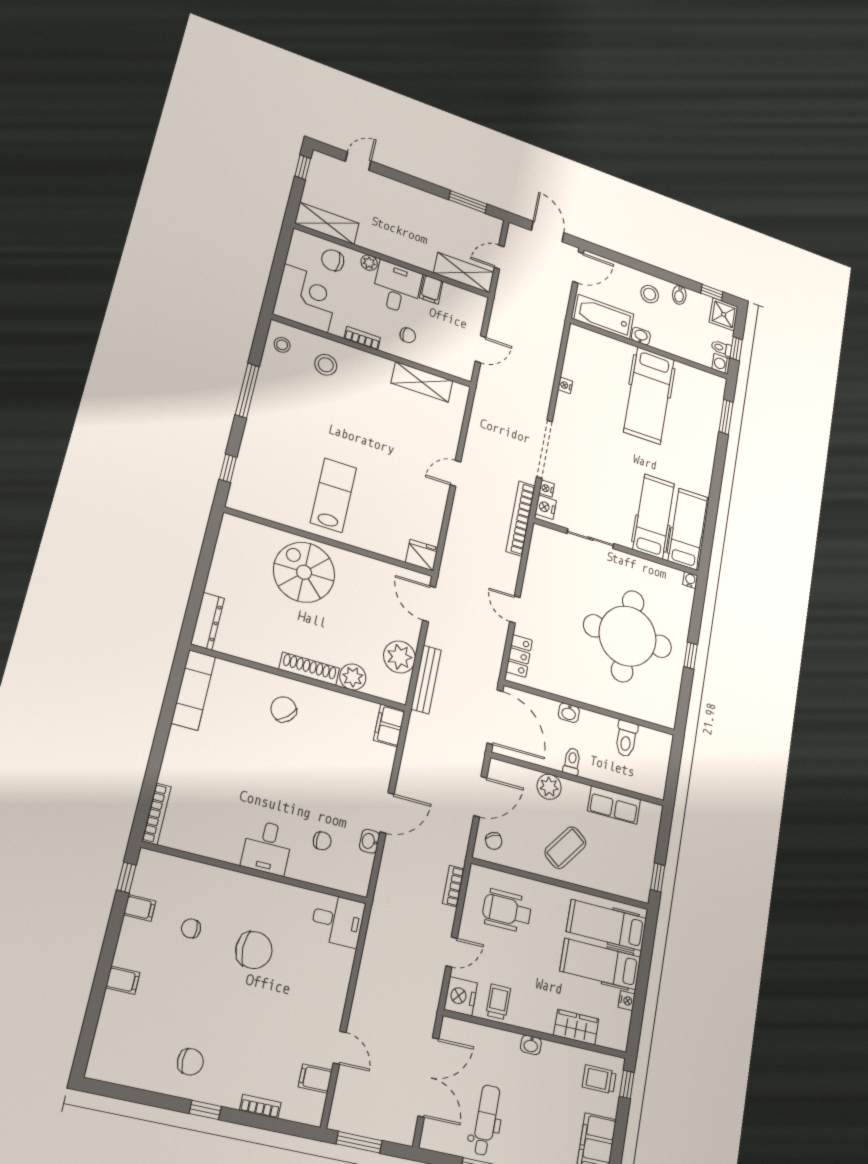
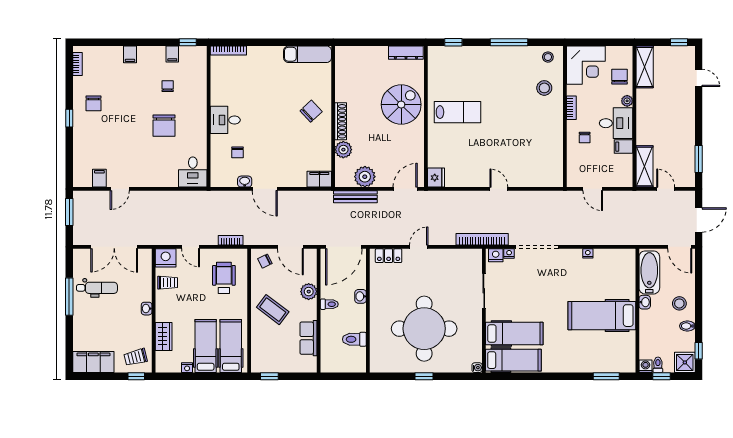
shelving: (422, 382) -> (555, 154), removed
dresser: (207, 621) -> (406, 53), moved
trolley: (599, 1079) -> (136, 357), turned -104
bookcase: (260, 1106) -> (77, 64), moved

